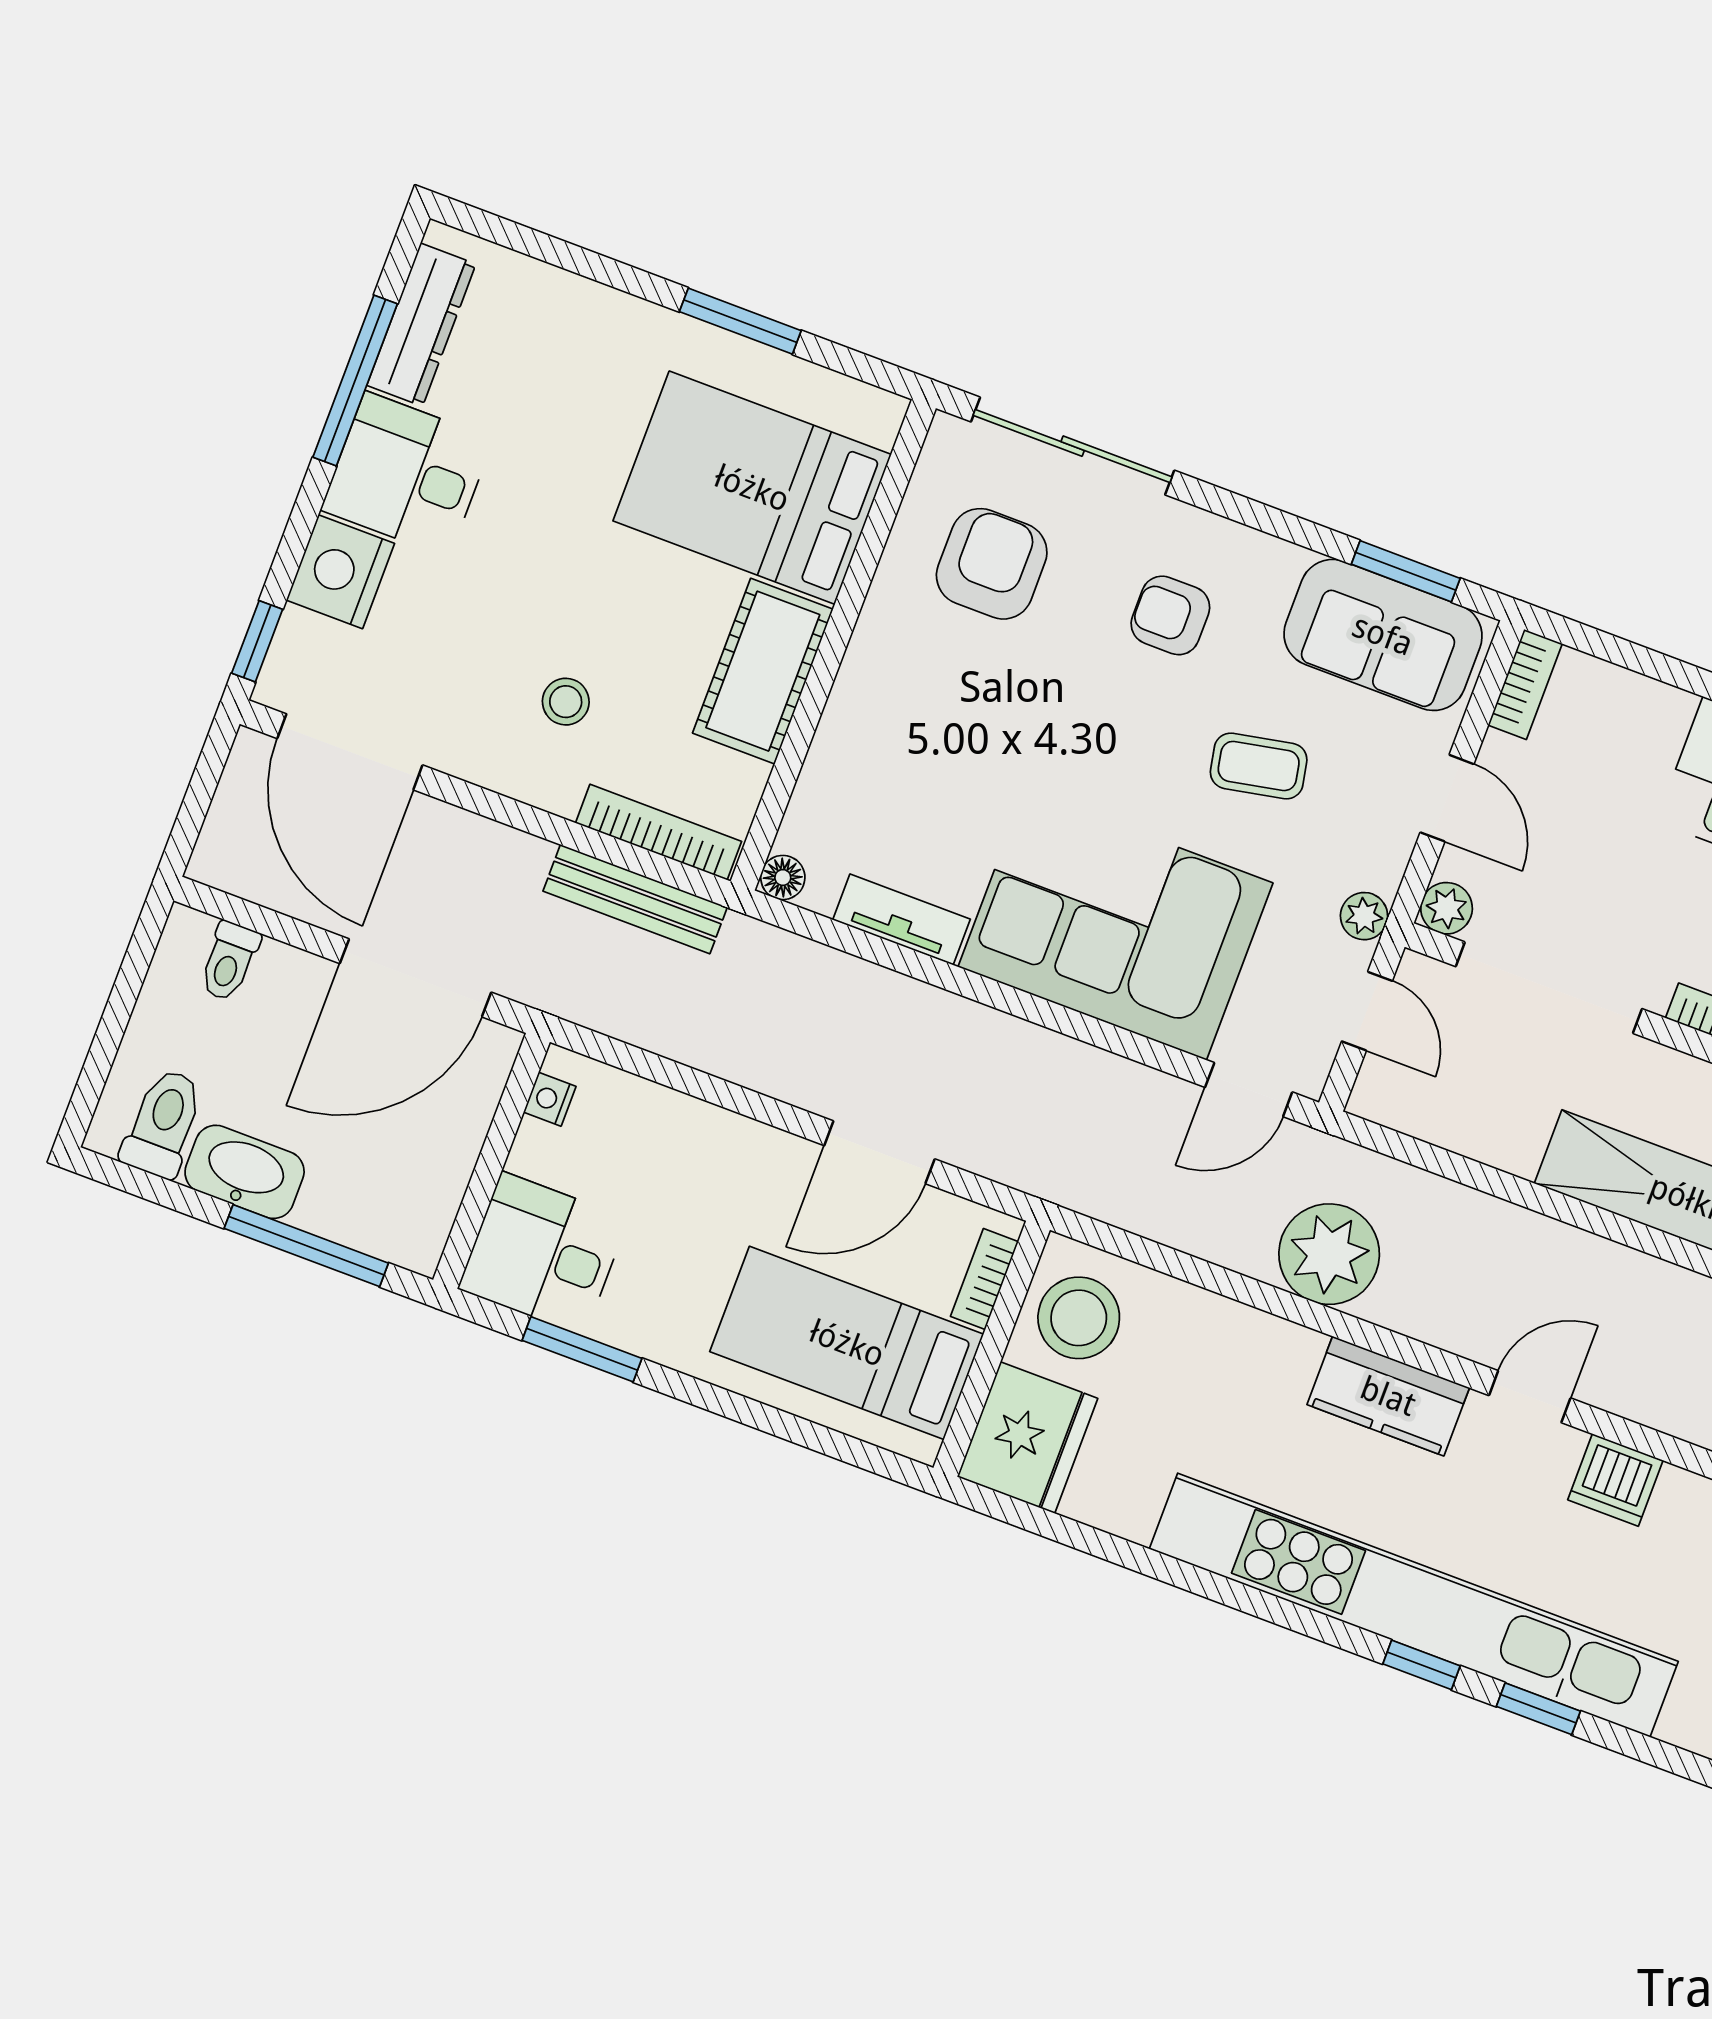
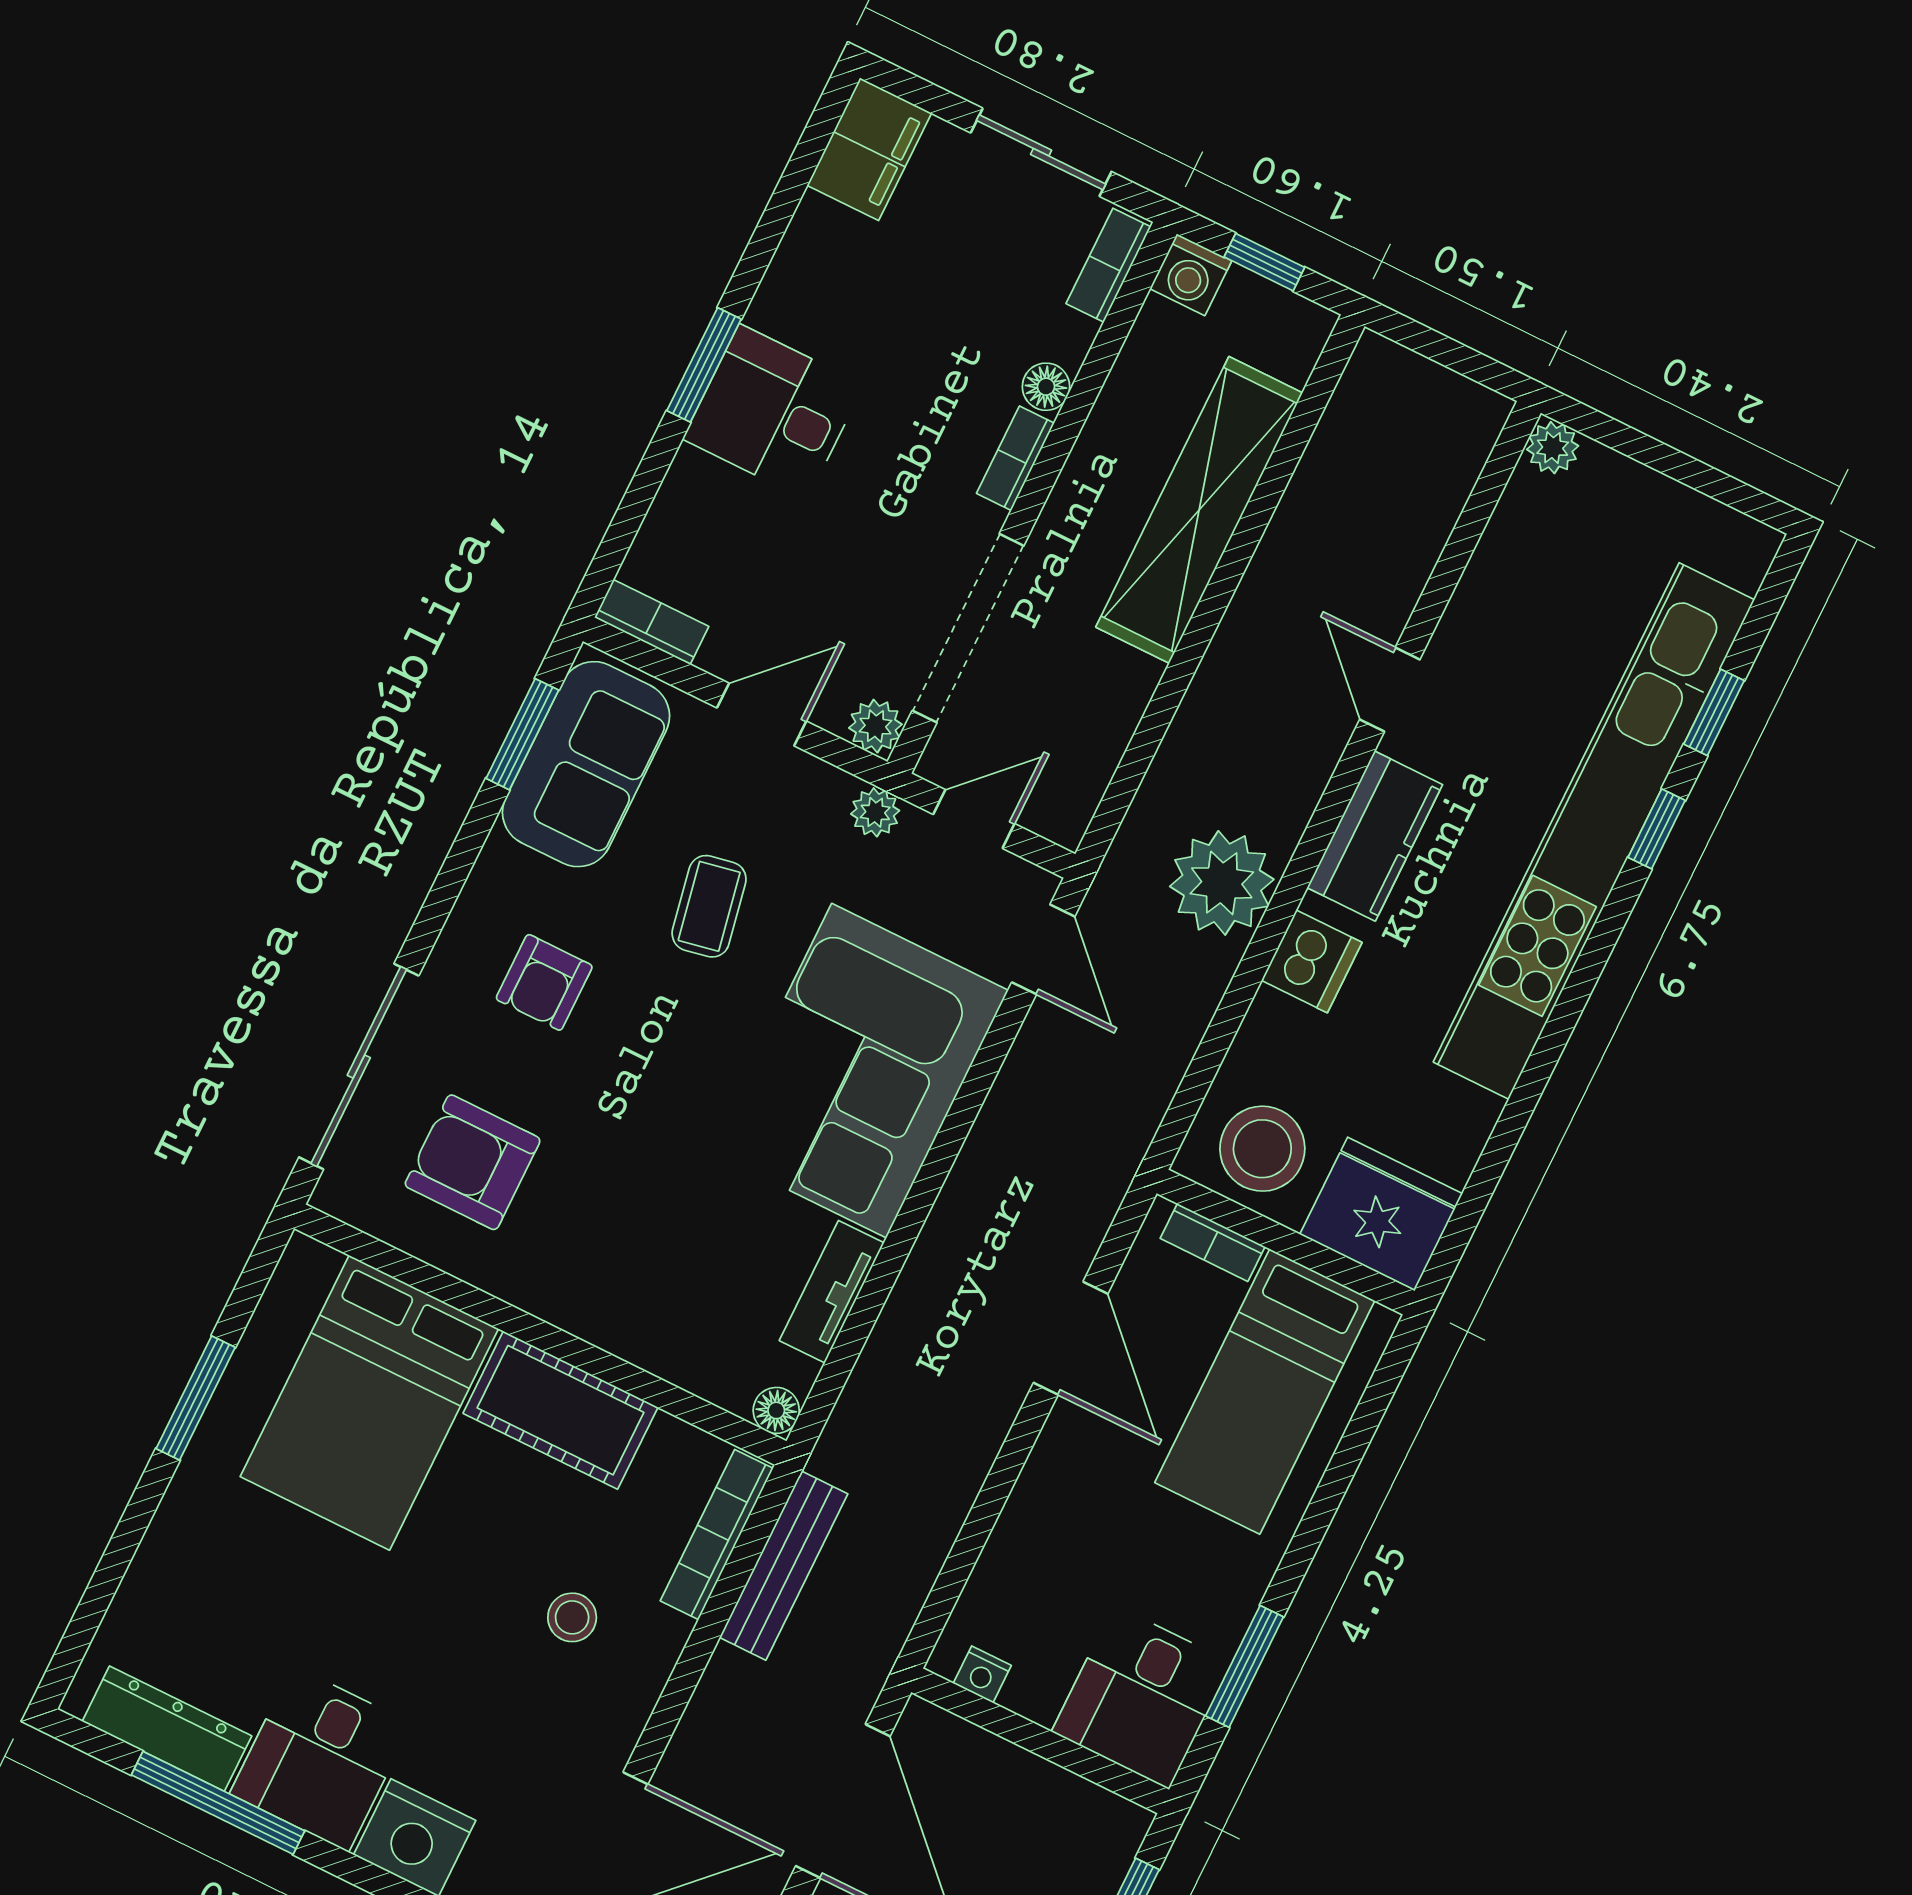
dishwasher: (1615, 1480) -> (1312, 961), moved

